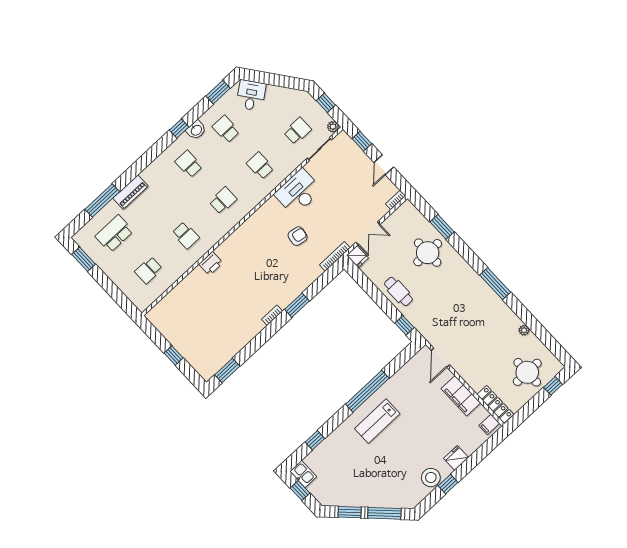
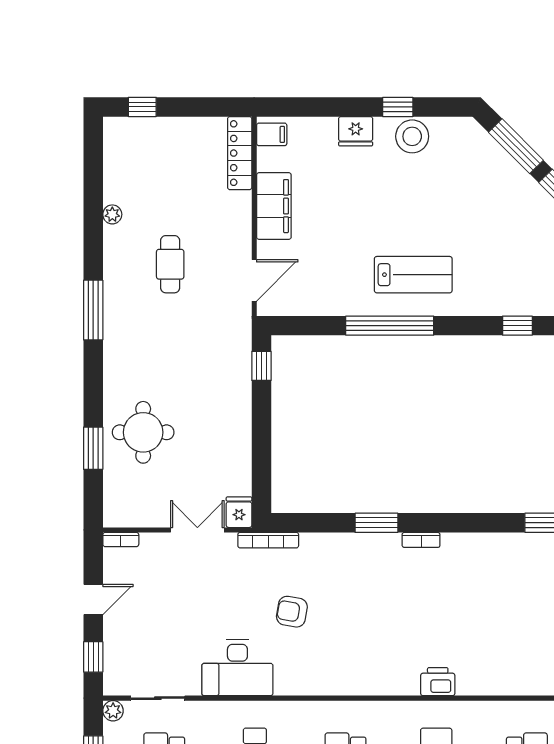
cafe table: (398, 291) -> (170, 264), moved
round table: (527, 372) -> (159, 156), removed

